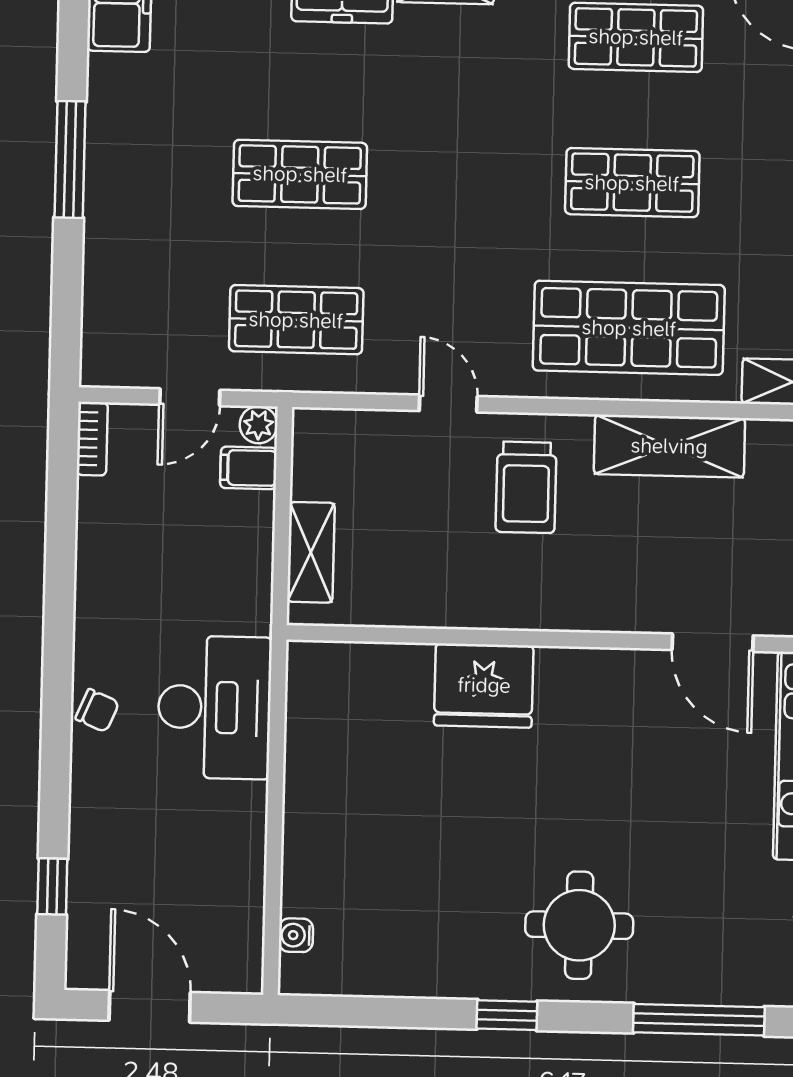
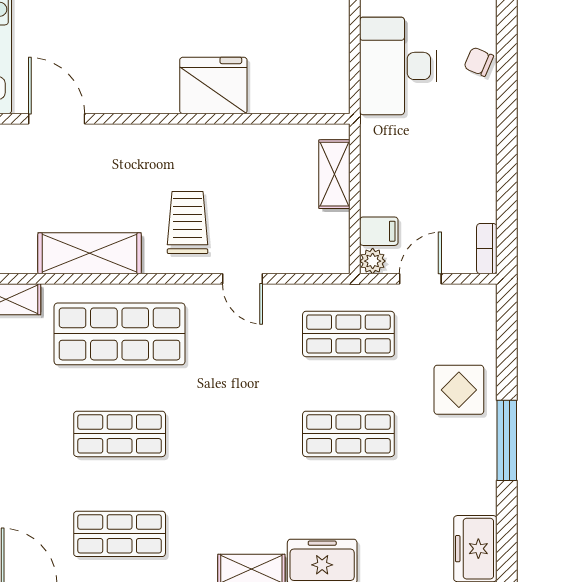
display table: (138, 235) -> (459, 390), added

